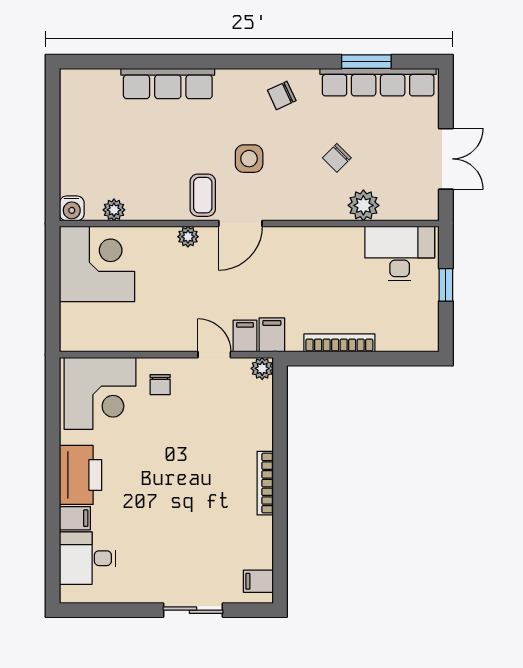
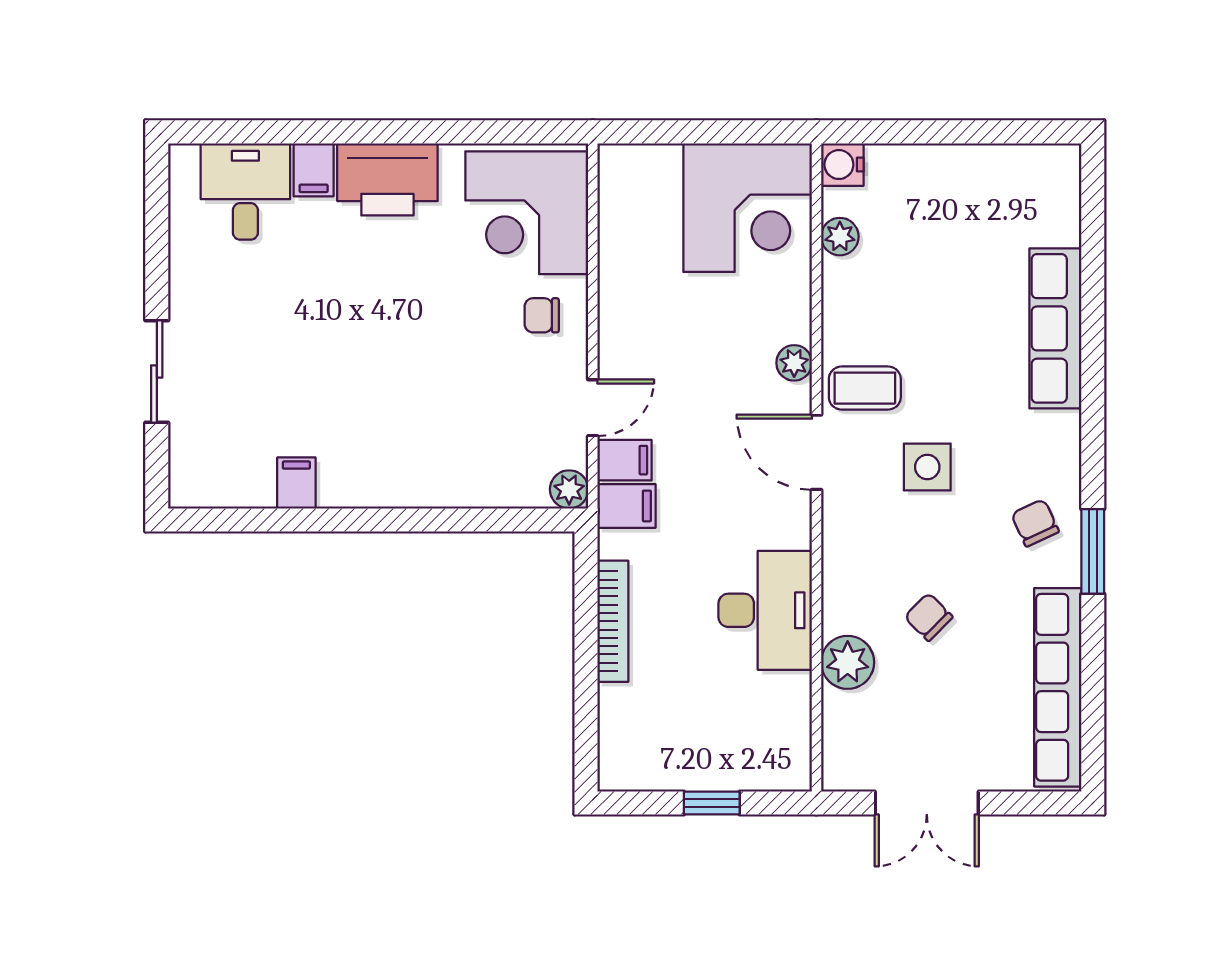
window: (366, 62) -> (1093, 551), moved
desk: (400, 254) -> (765, 610), moved
bookcase: (265, 483) -> (373, 495), removed
filing cabinet: (258, 581) -> (296, 483), moved

